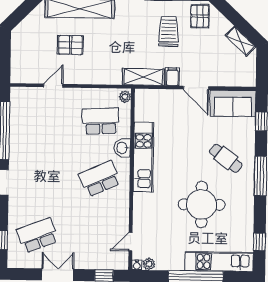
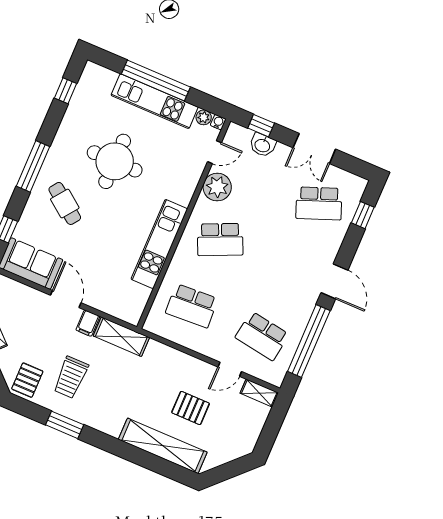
shelving: (24, 77) -> (259, 393), added
plant: (125, 97) -> (217, 187), moved, width x1.88, depth x1.88
school desk: (39, 120) -> (262, 336), added
washbasin: (122, 148) -> (263, 145), moved, turned 90
kitchen unit: (219, 262) -> (155, 101), moved

